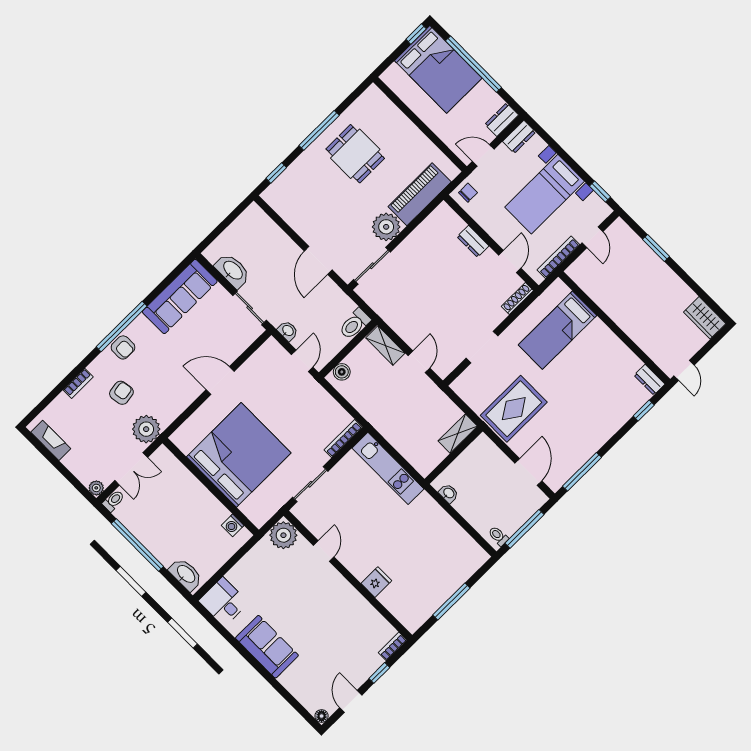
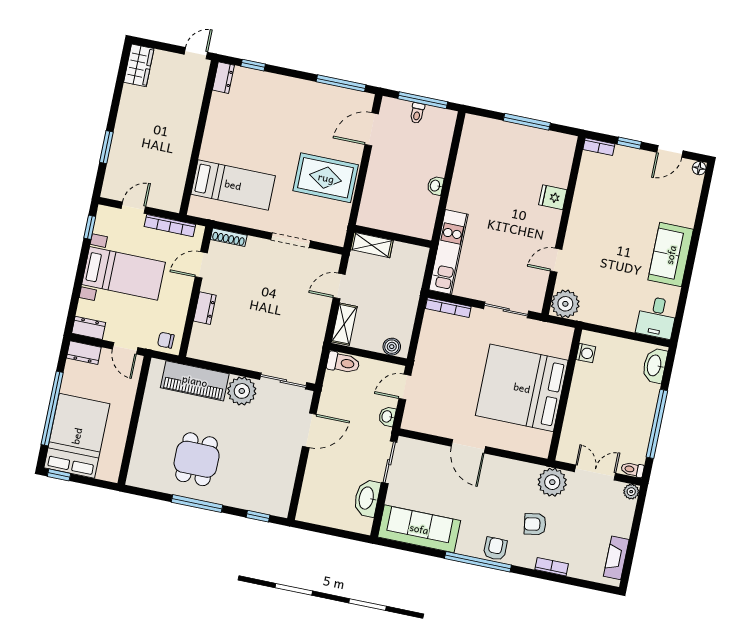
shelving: (458, 434) -> (372, 245), moved
wall: (454, 455) -> (393, 236), moved
toilet: (498, 536) -> (417, 113), moved

